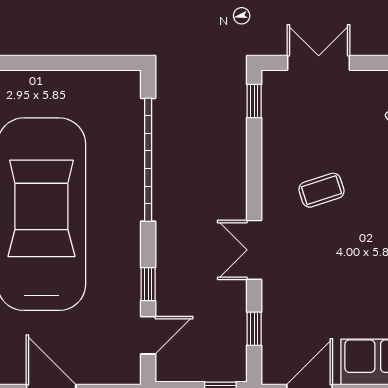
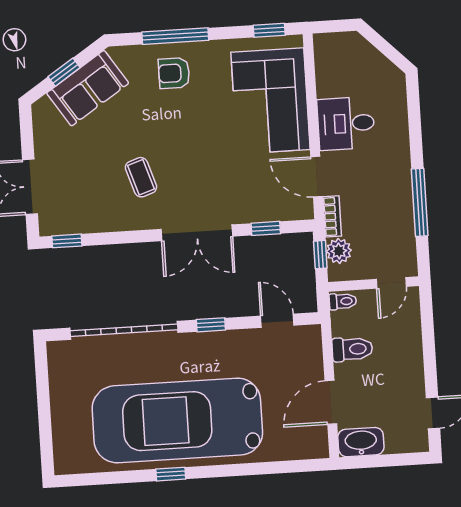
double door: (254, 250) -> (197, 233), width x1.37
window: (148, 284) -> (211, 325), moved

